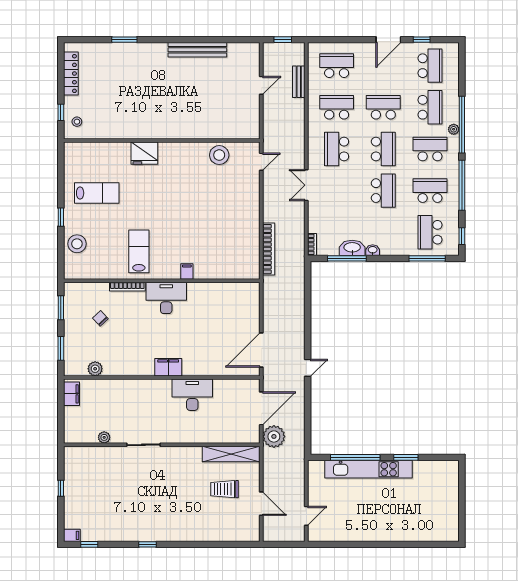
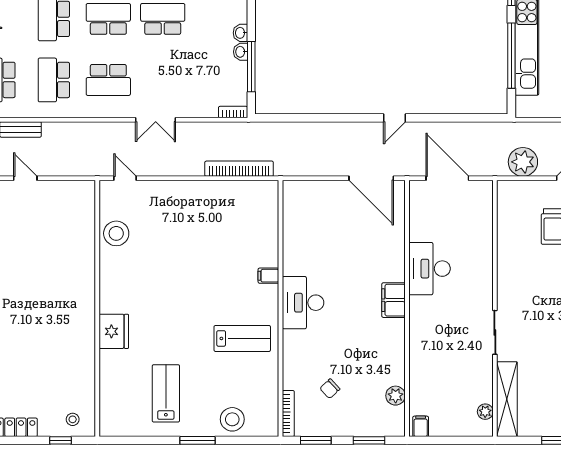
window: (61, 217) -> (197, 440), width x1.50
washbasin: (352, 248) -> (241, 52), width x0.52, depth x0.69
lab bench: (139, 251) -> (242, 338), turned 180
bookcase: (127, 287) -> (288, 414), moved
door: (308, 368) -> (394, 118), swing flipped
filing cabinet: (72, 394) -> (421, 426), width x0.50
plant: (274, 436) -> (523, 162), moved
plant: (104, 437) -> (485, 412), moved
shelving: (231, 454) -> (507, 399), moved

